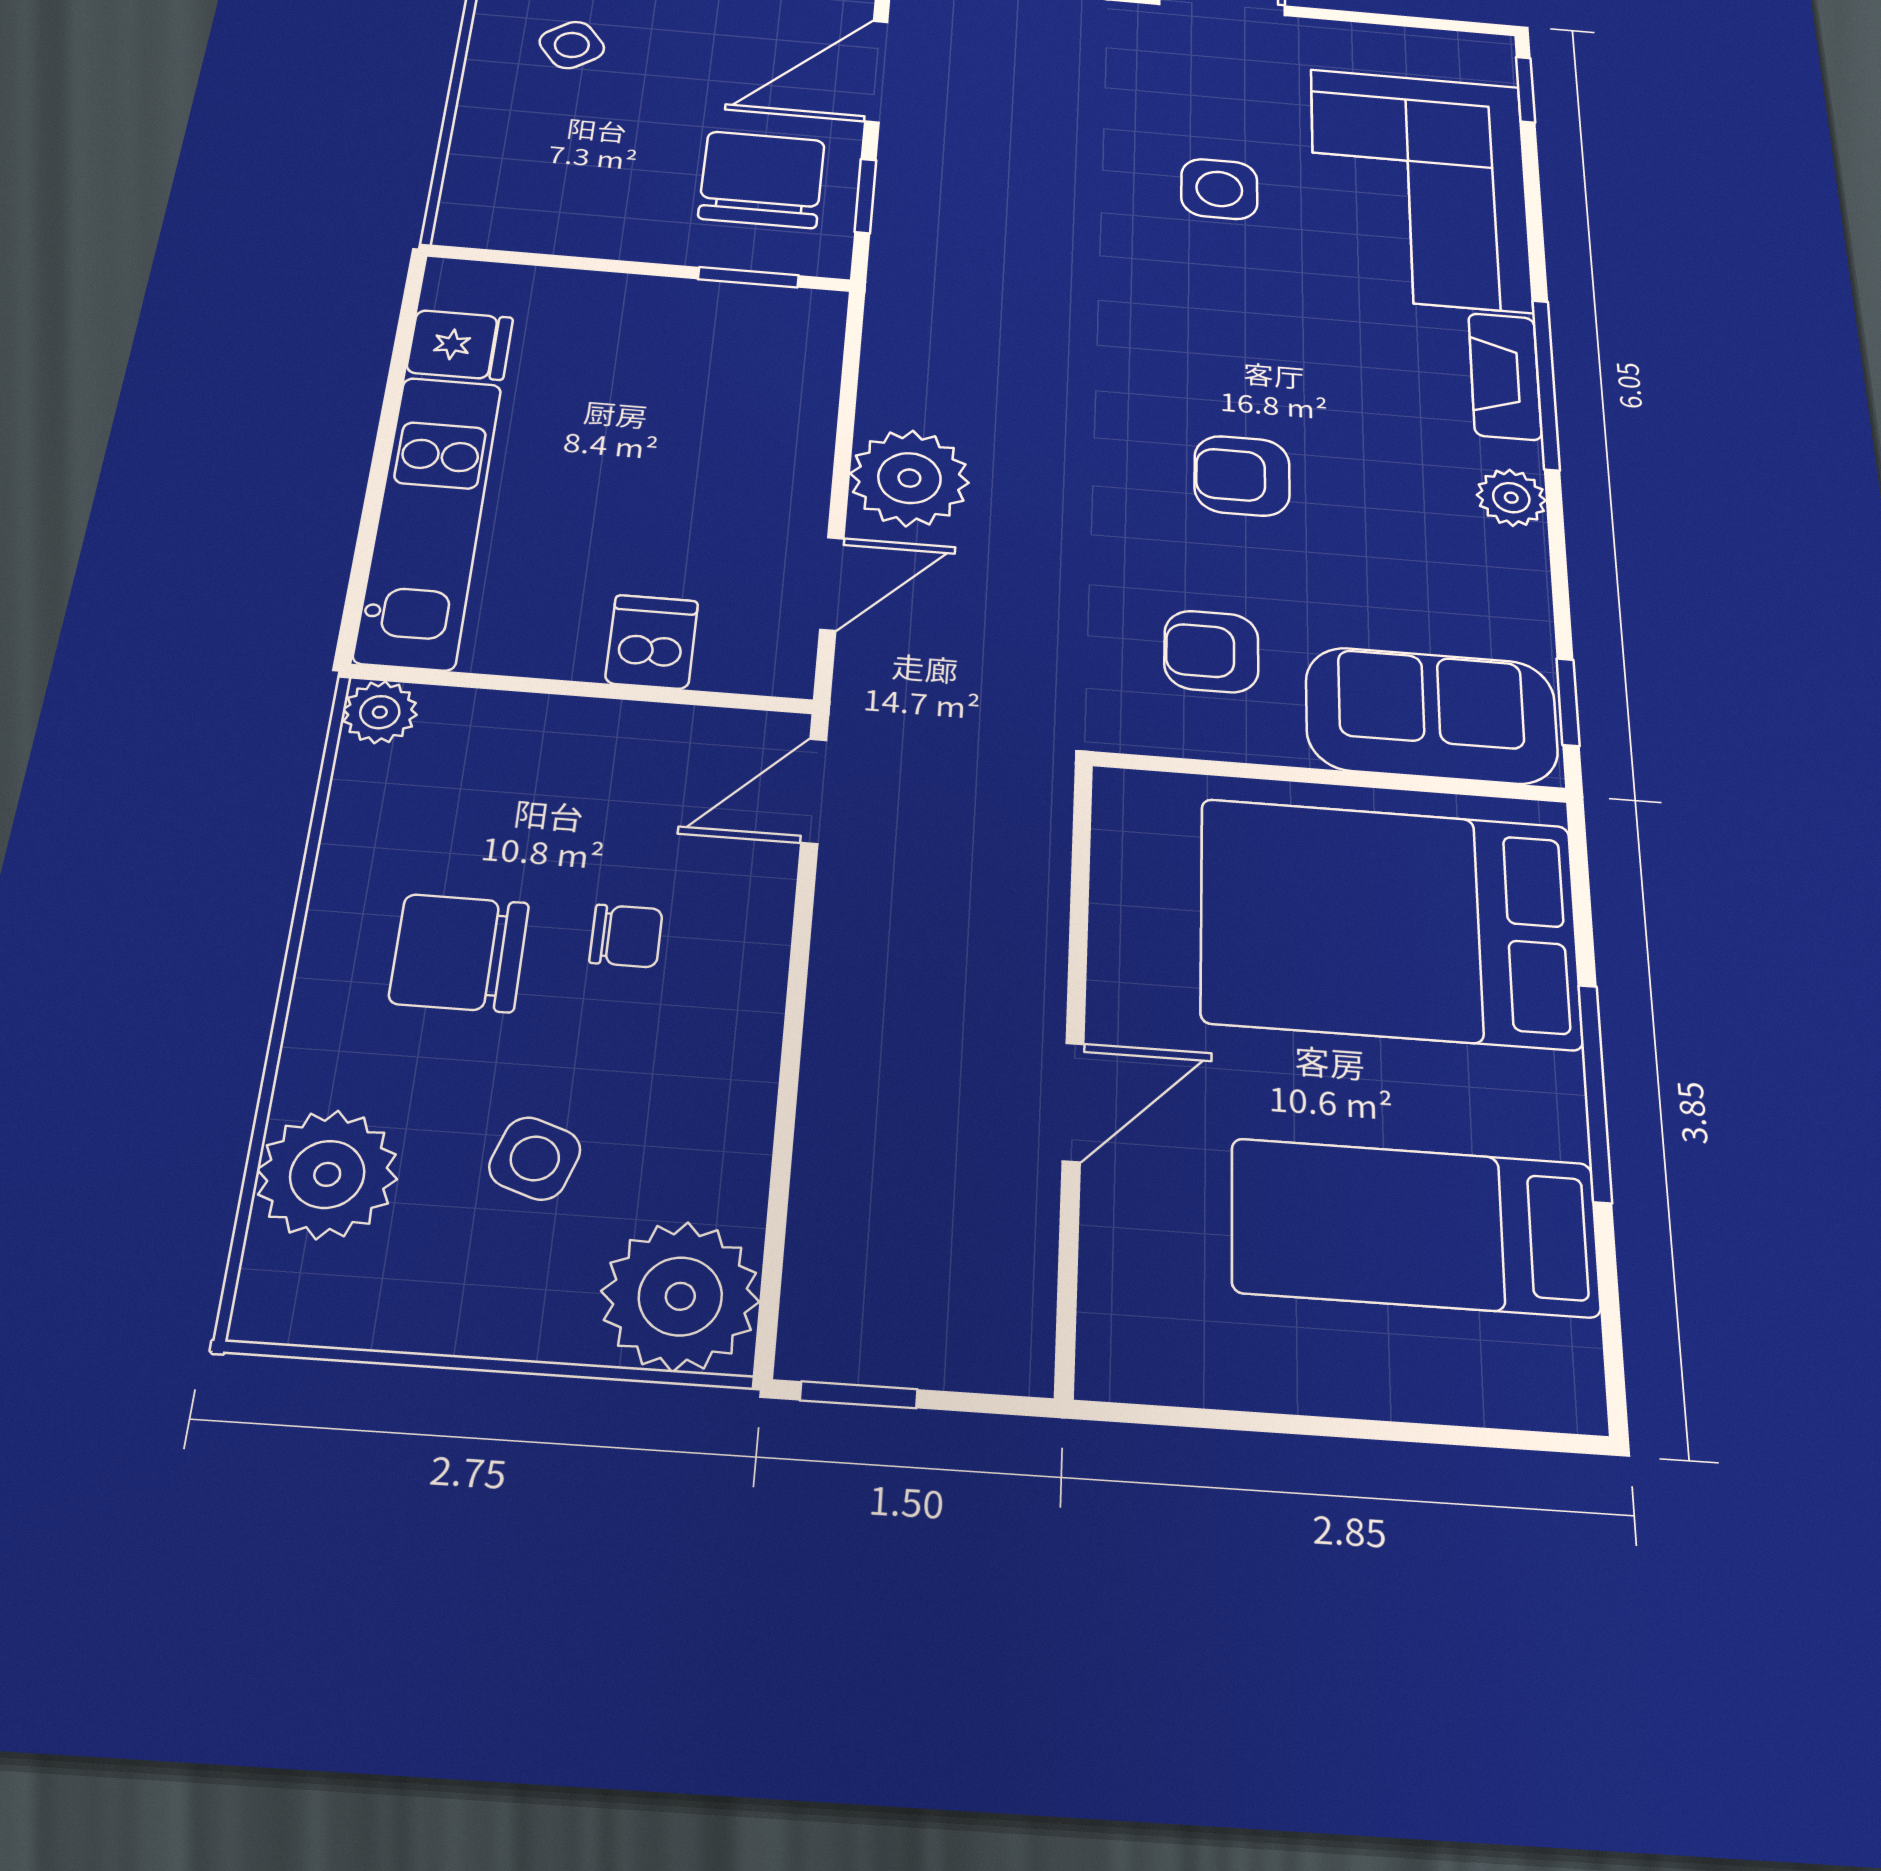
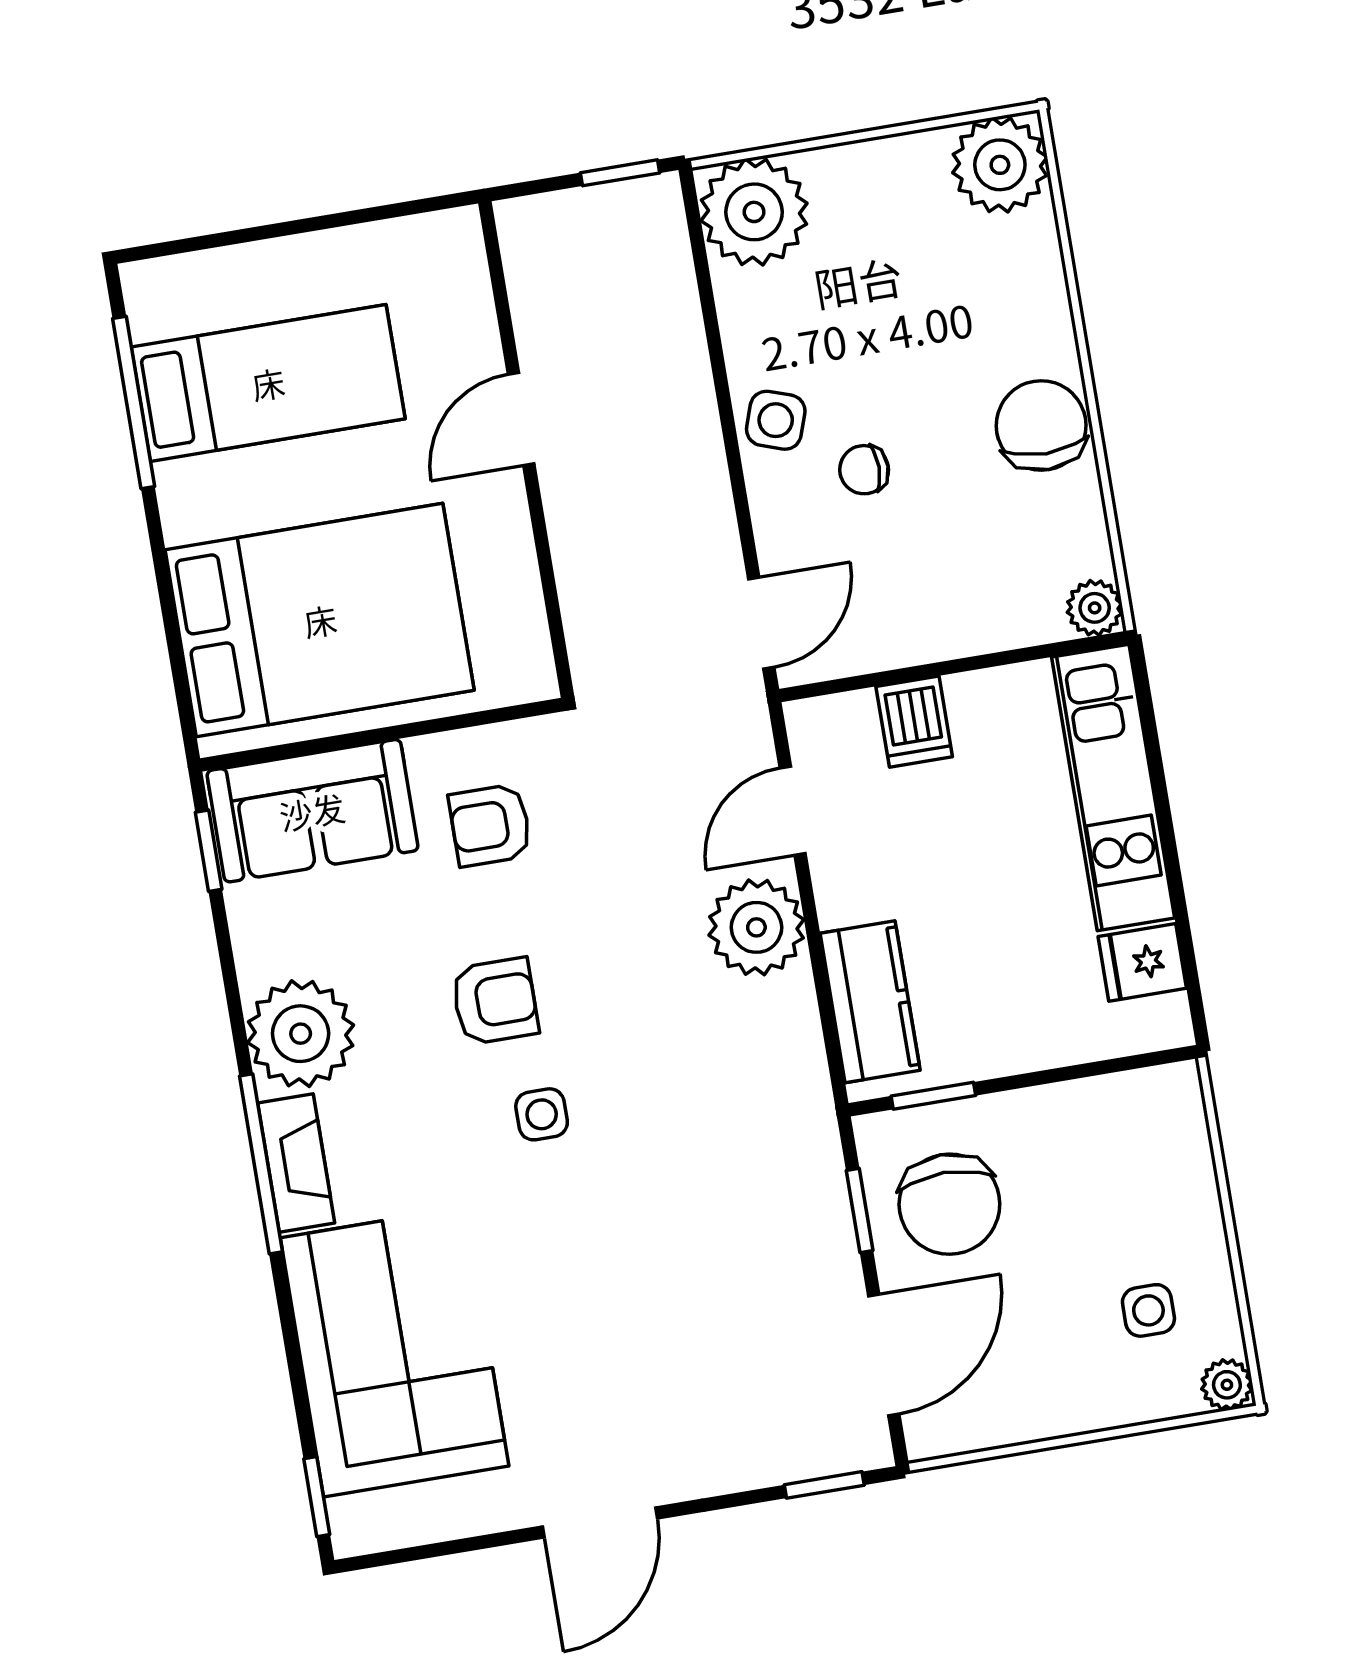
side table: (572, 45) -> (1148, 1310), turned 36
side table: (1219, 189) -> (542, 1114), moved, width x0.73, depth x0.73
kitchen counter: (795, 378) -> (870, 1002), added
plant: (1511, 498) -> (301, 1034), width x1.88, depth x1.88
armchair: (1211, 651) -> (490, 825), turned 180
chair: (459, 953) -> (1041, 425), moved, turned -90
window: (1595, 1092) -> (134, 402), moved
side table: (535, 1158) -> (776, 420), moved
plant: (327, 1174) -> (1000, 165), moved

